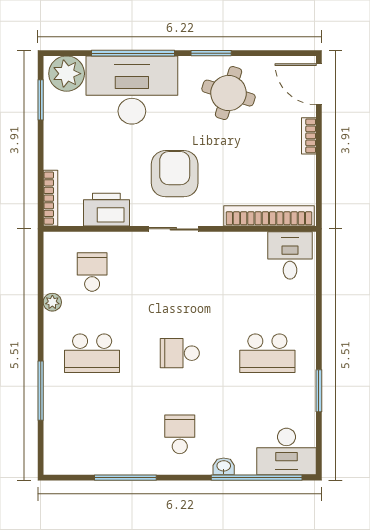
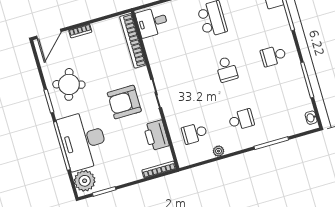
school desk: (92, 353) -> (241, 120), width x0.54
washbasin: (224, 466) -> (311, 118), moved

